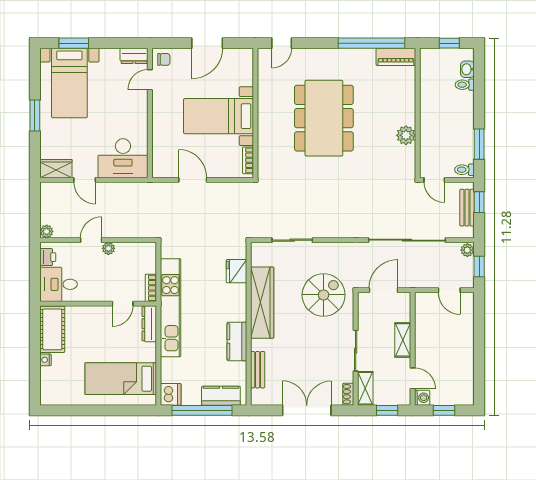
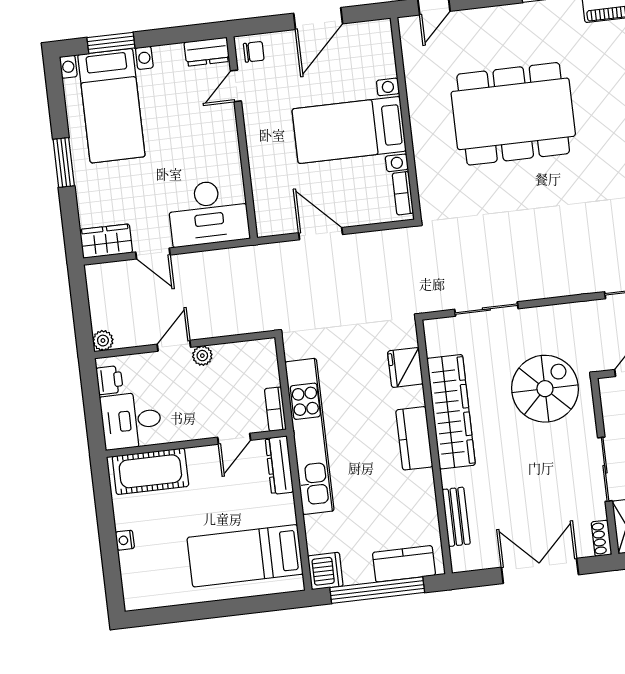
dining table: (324, 118) -> (513, 114), turned 90
cot: (52, 329) -> (150, 471), moved, turned 90
kitchen counter: (237, 341) -> (414, 438), moved

